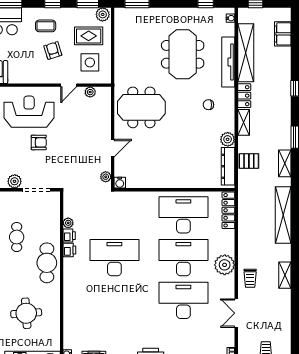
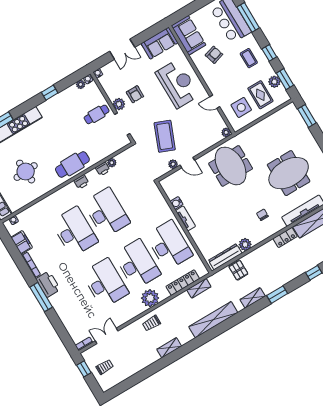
plant: (103, 14) -> (274, 82), moved
armchair: (53, 51) -> (214, 55), moved
plant: (90, 92) -> (226, 132), moved
shelving: (244, 122) -> (199, 288), moved
armchair: (39, 142) -> (135, 94), moved
coffee table: (73, 155) -> (165, 136), added
plant: (106, 177) -> (173, 164), moved
water cooler: (120, 183) -> (177, 203), moved
tv unit: (167, 183) -> (185, 218), added
locker: (228, 210) -> (183, 283), moved
cafe table: (17, 237) -> (97, 114), moved
printer: (69, 250) -> (81, 182), moved
desk: (114, 300) -> (74, 232), added
double door: (236, 313) -> (107, 336), moved

